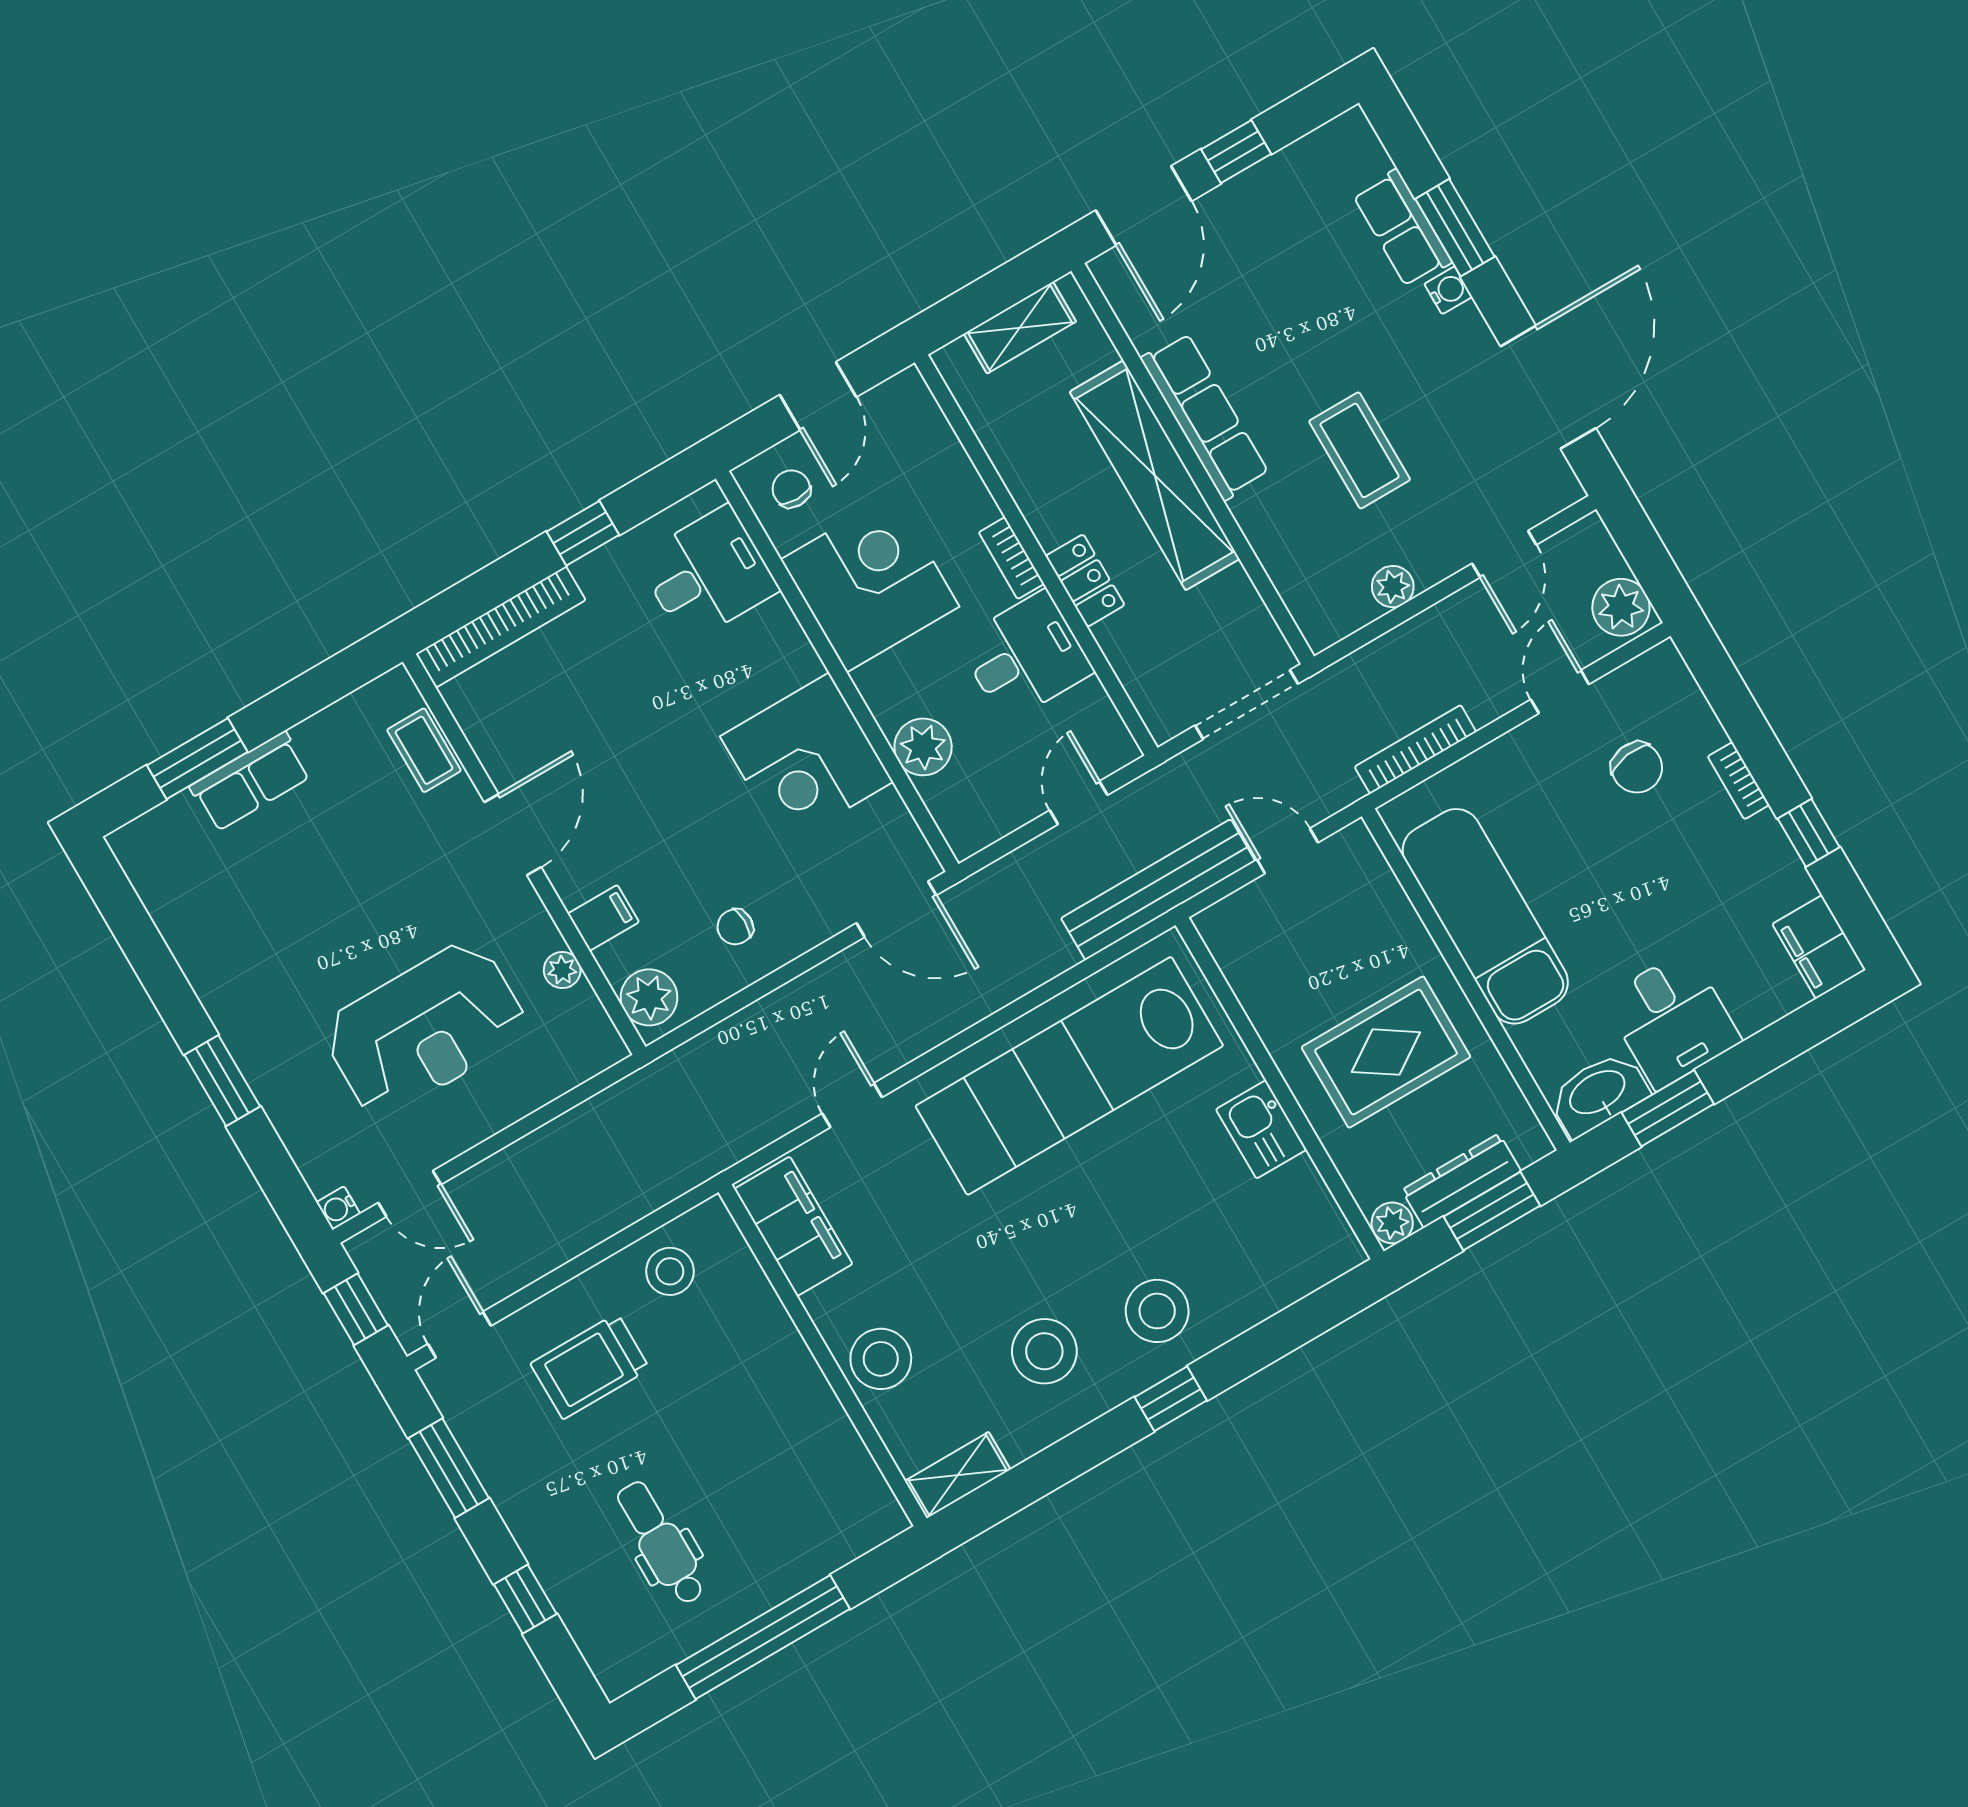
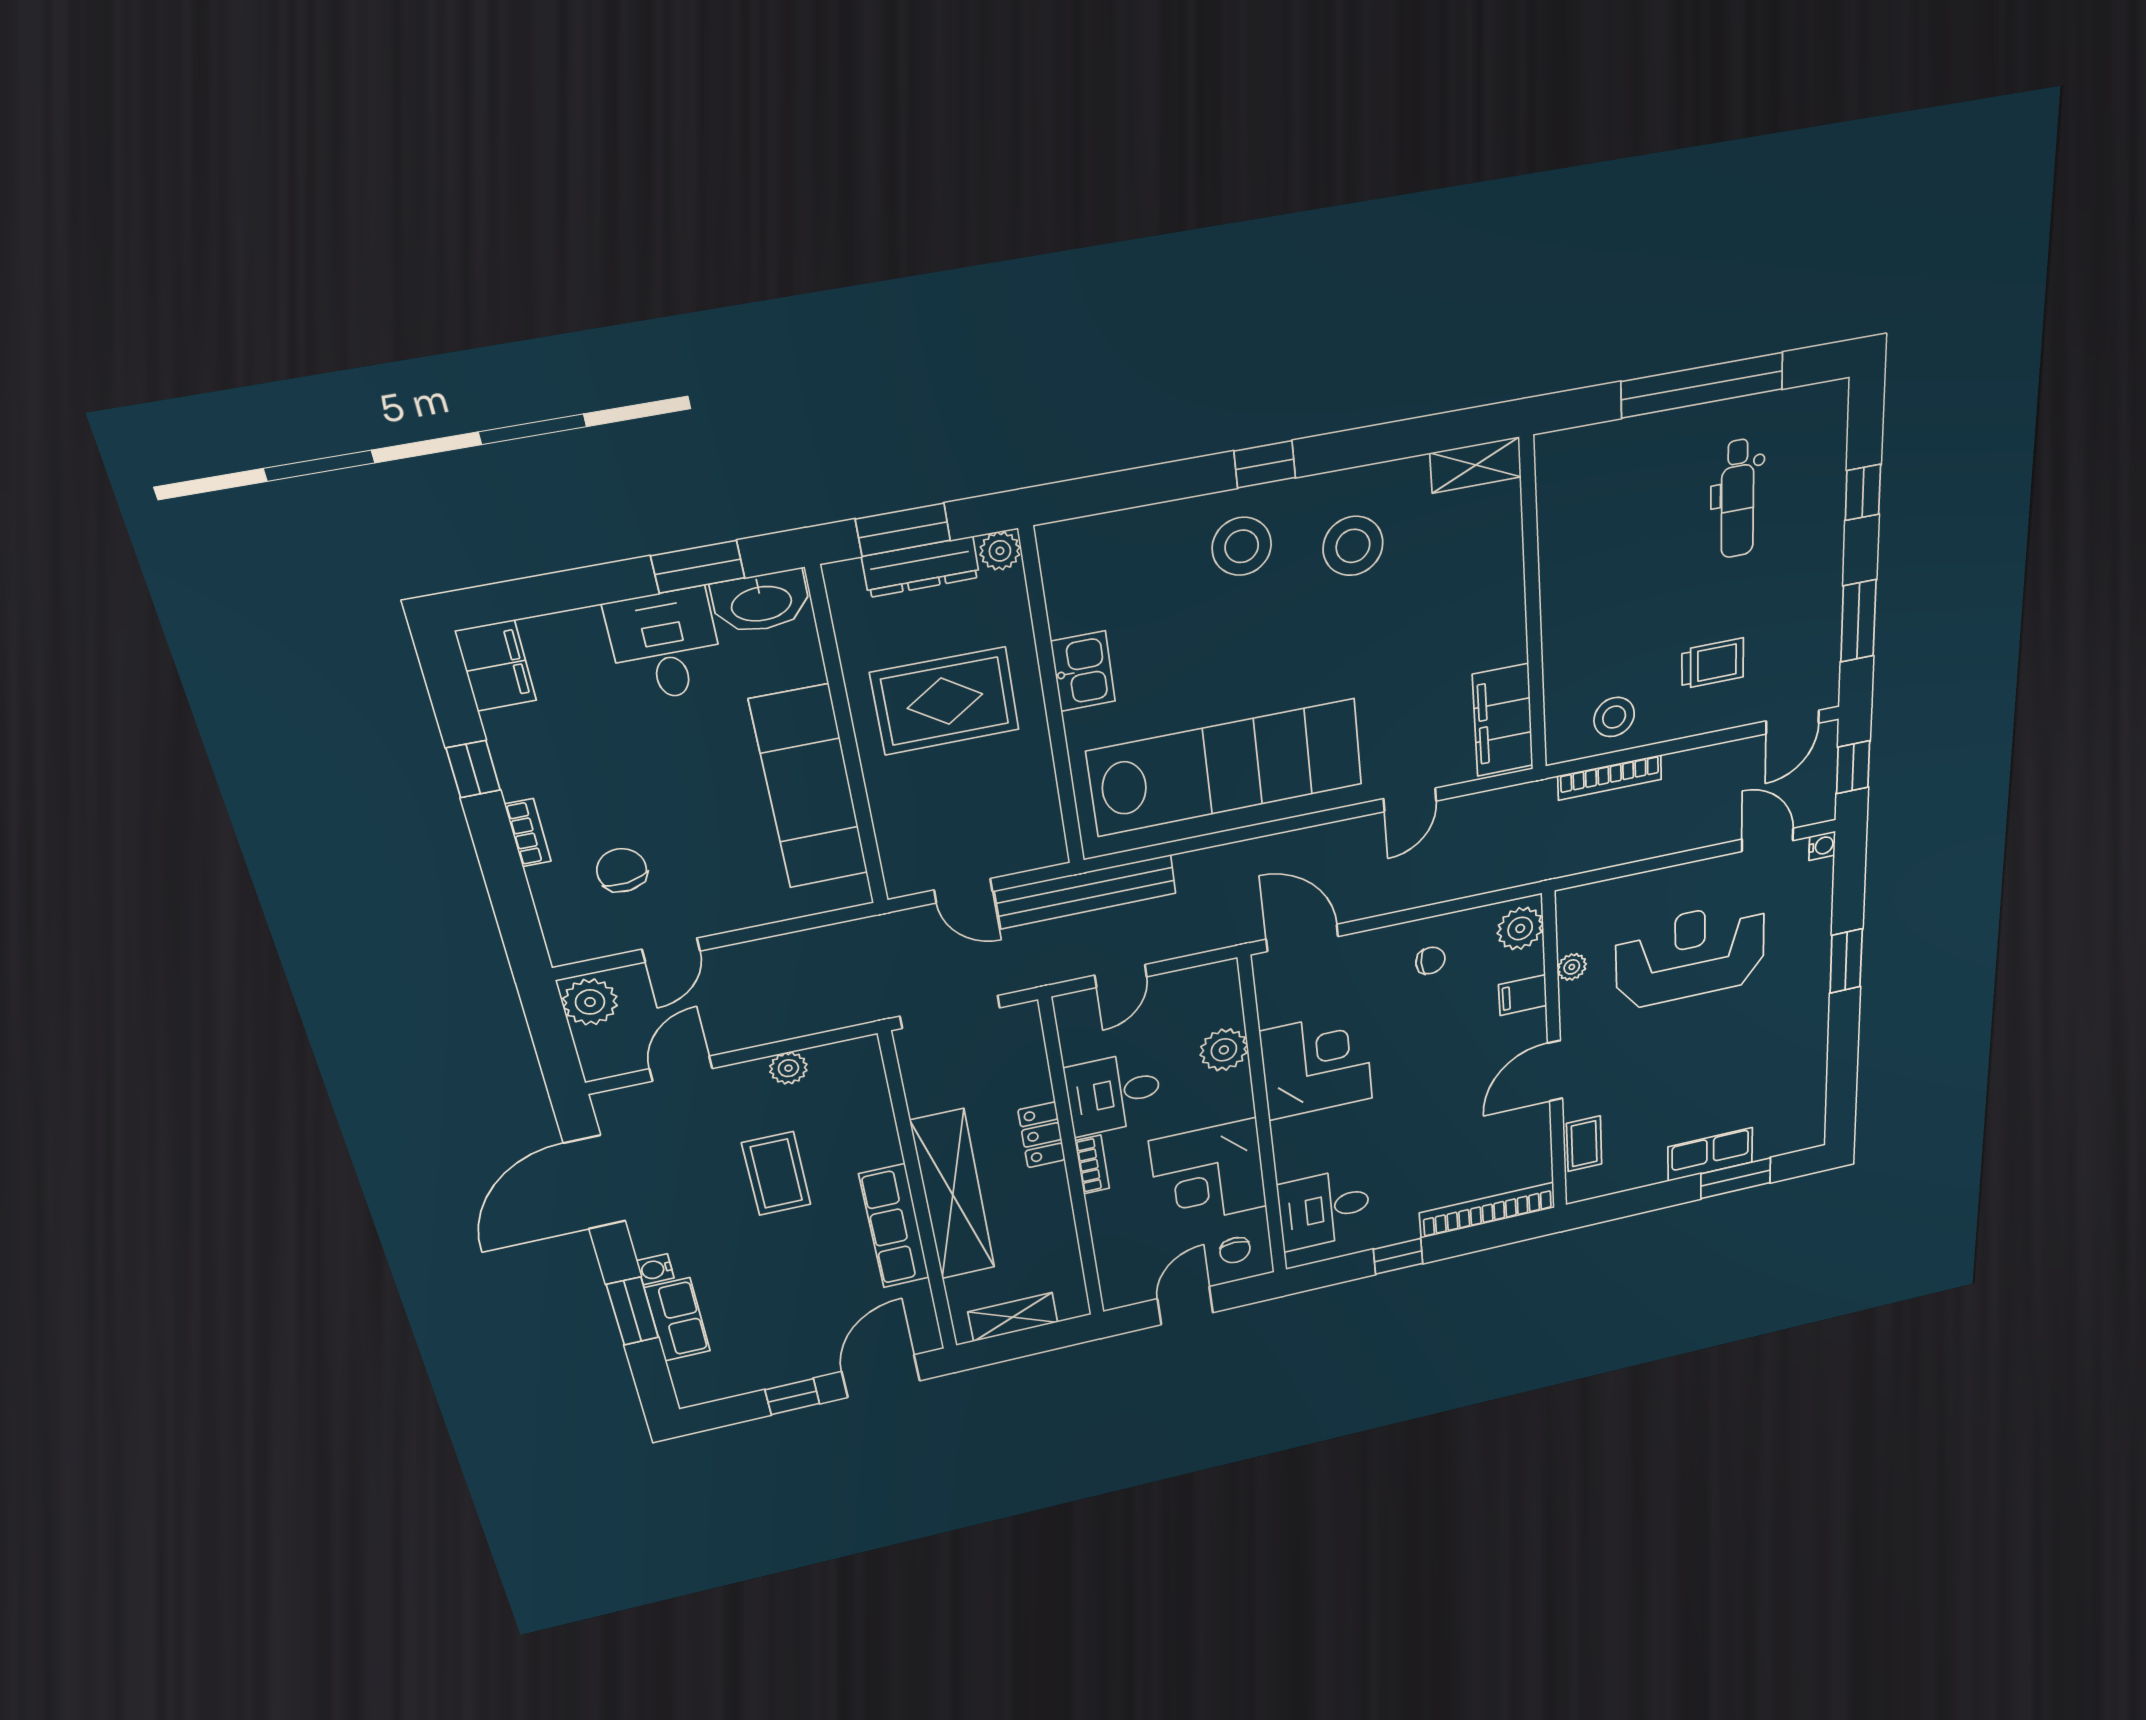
bookcase: (1415, 749) -> (1610, 778), moved
stool: (881, 1359) -> (1489, 588), removed
trolley: (590, 1366) -> (1713, 663), width x0.73, depth x0.72

